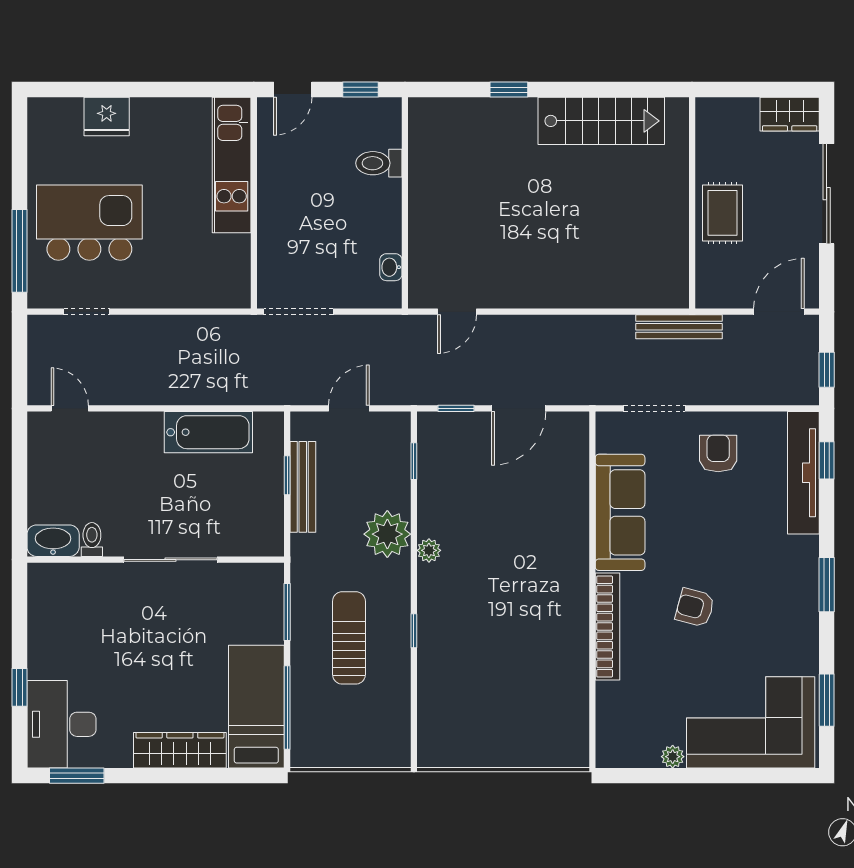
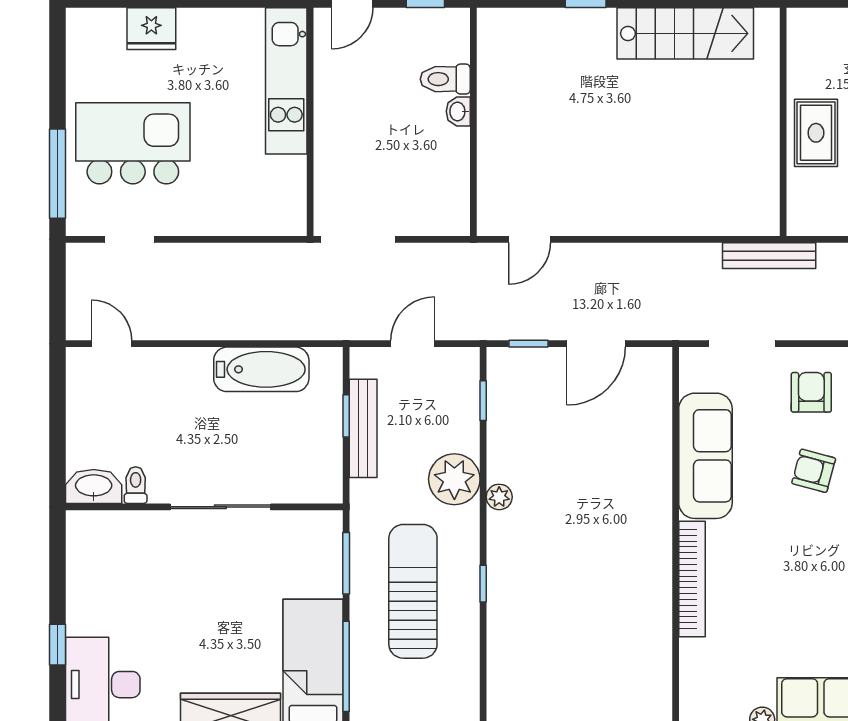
washbasin: (391, 267) -> (458, 111), moved
armchair: (695, 608) -> (814, 471), moved
sun lounger: (349, 638) -> (413, 591), width x1.36, depth x1.34

